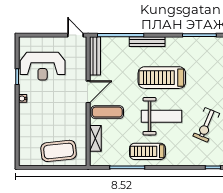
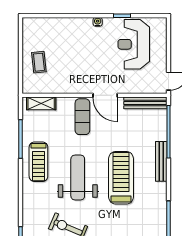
weight bench: (162, 116) -> (78, 177), turned 180
shelving: (95, 138) -> (41, 103), moved
coffee table: (59, 151) -> (39, 62), width x0.54, depth x0.58
treadmill: (148, 151) -> (38, 162), turned 180

